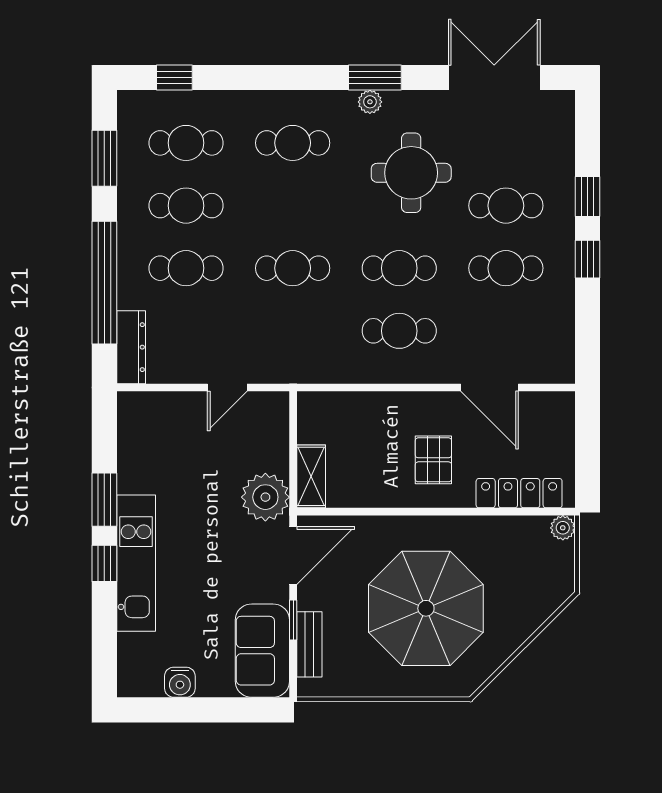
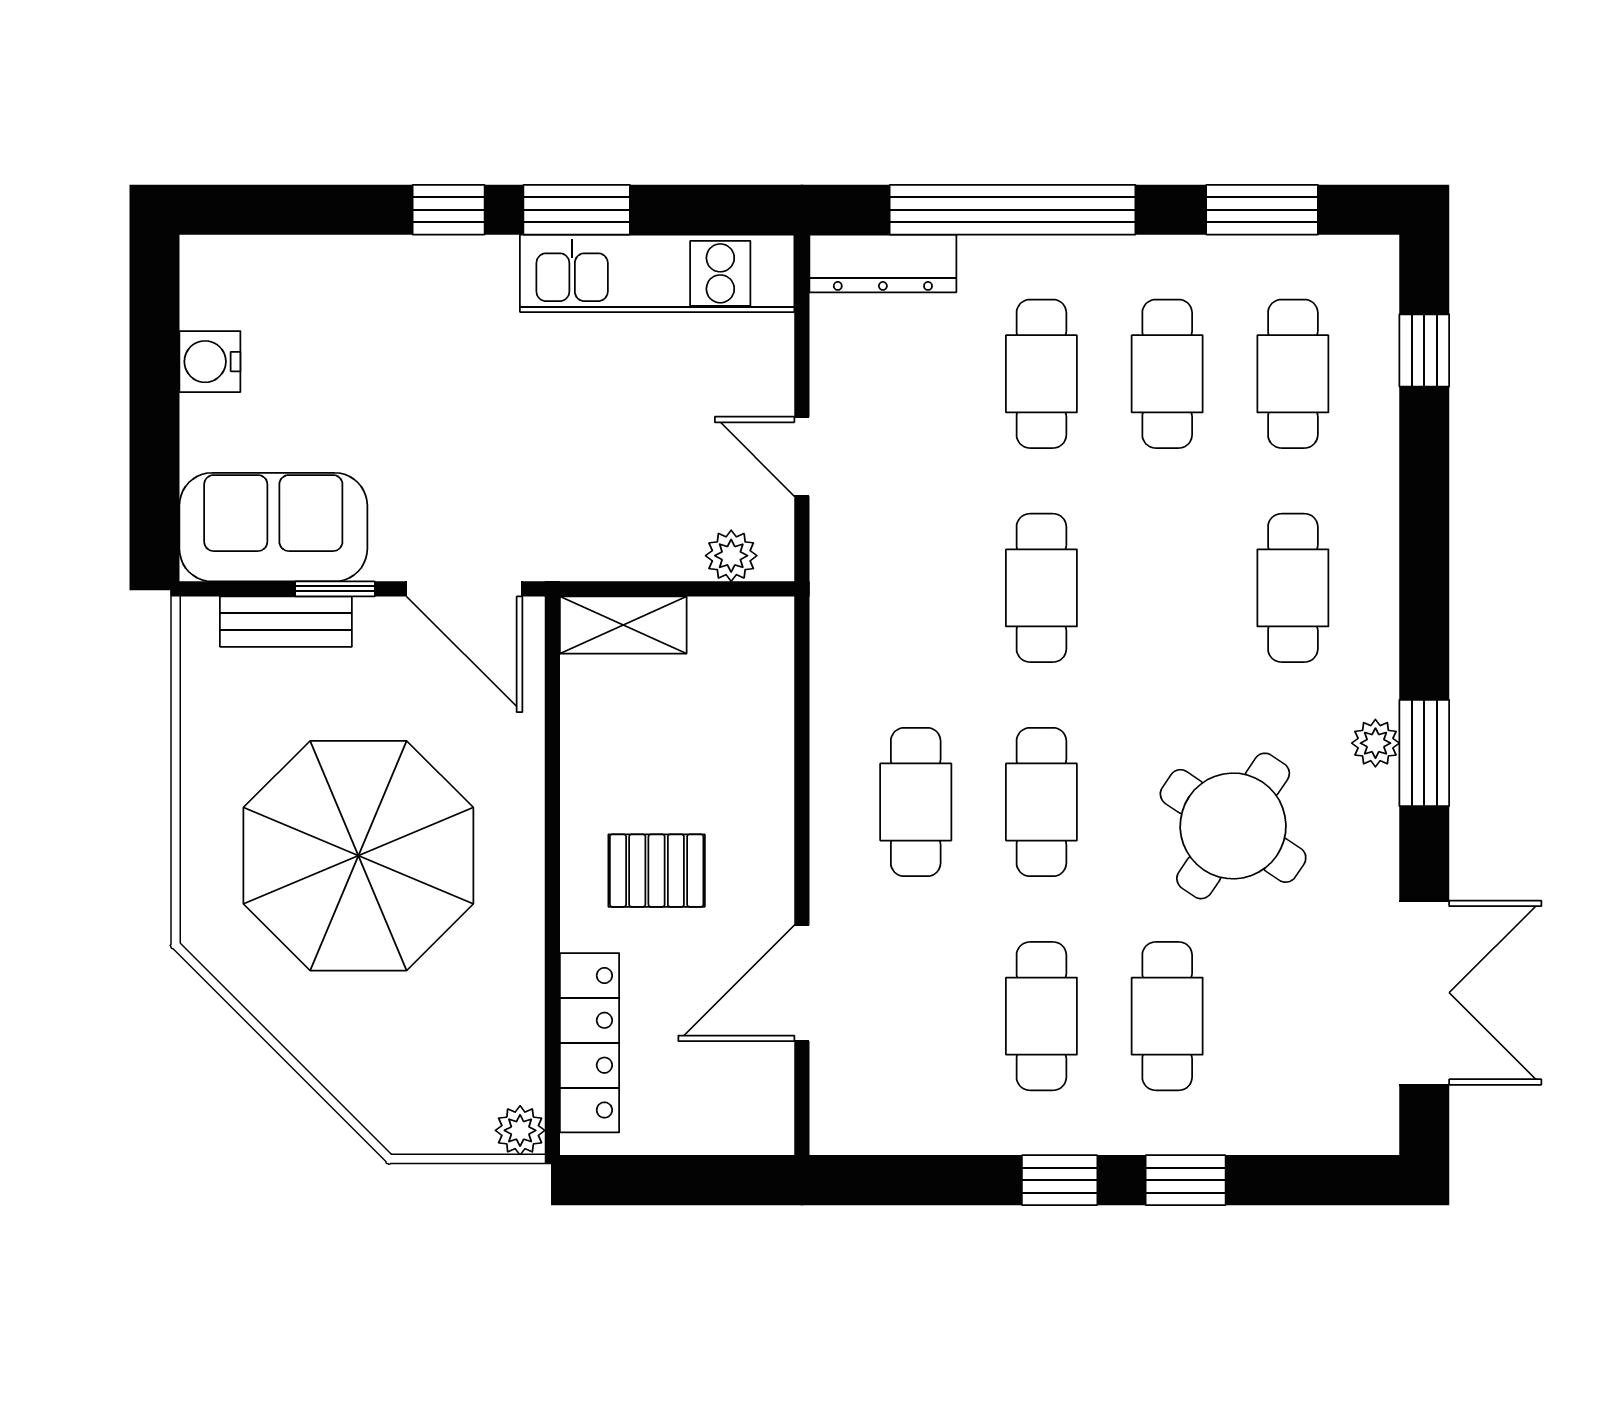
round table: (411, 173) -> (1233, 826), turned 34
plant: (265, 497) -> (731, 556), moved, width x0.53, depth x0.53
kitchen unit: (136, 563) -> (657, 273), moved

